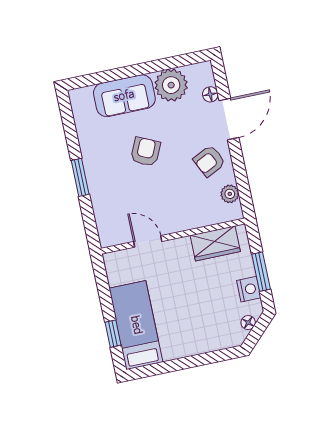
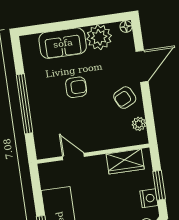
floor lamp: (210, 94) -> (126, 27), moved
armchair: (146, 152) -> (76, 87), turned 65
window: (80, 177) -> (24, 104), width x2.11

